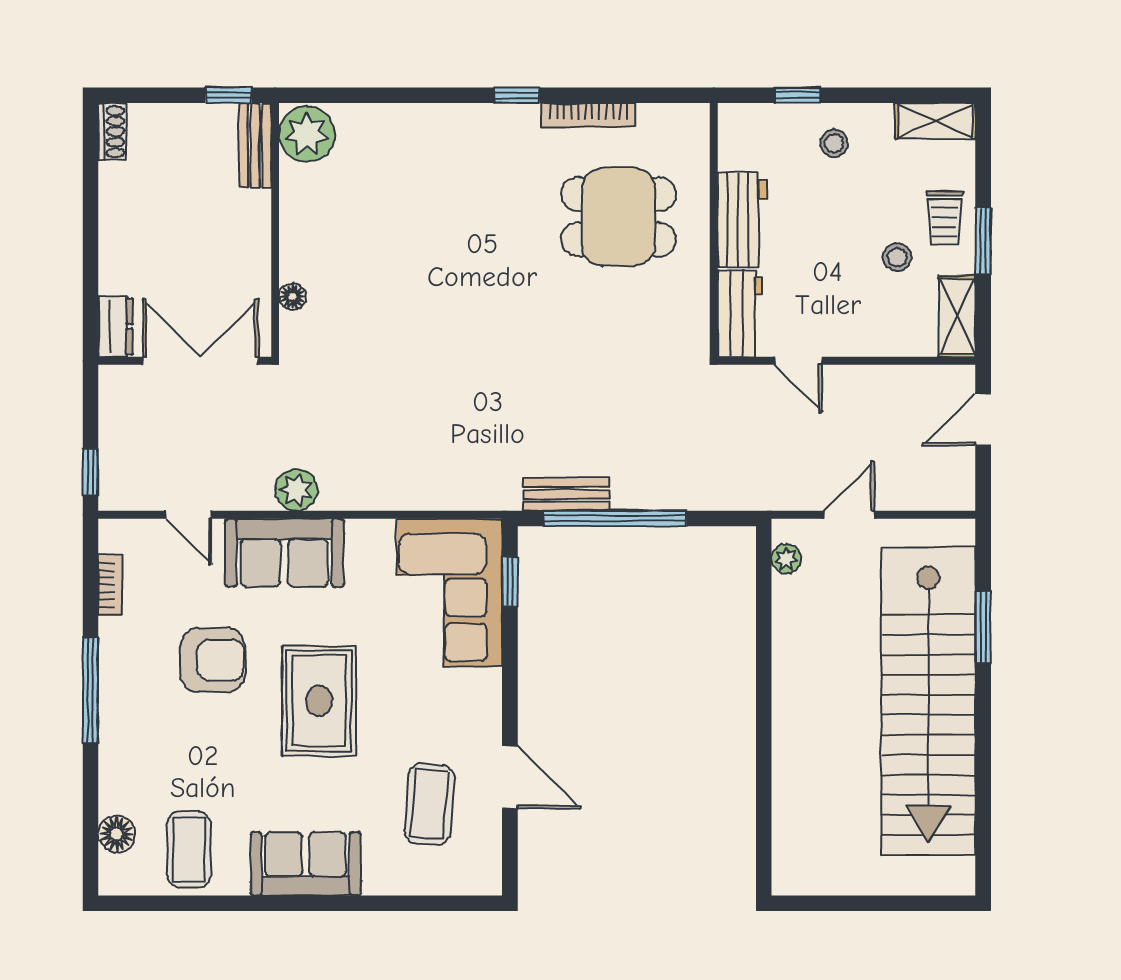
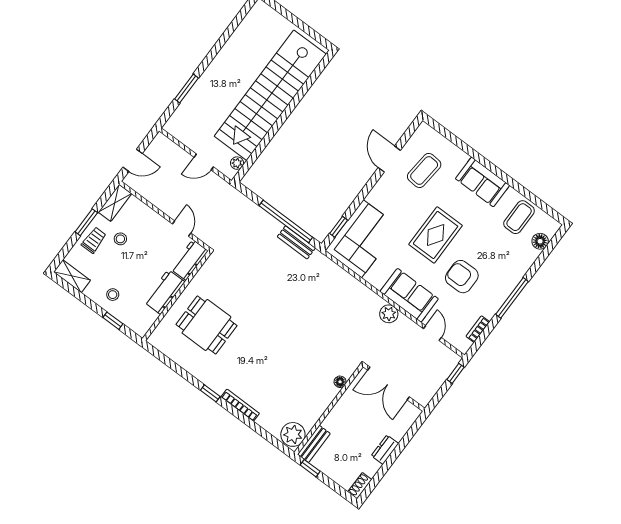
bookcase: (589, 115) -> (240, 405), moved
dresser: (115, 326) -> (385, 450), moved
stairs: (928, 701) -> (270, 95), moved, turned 180

